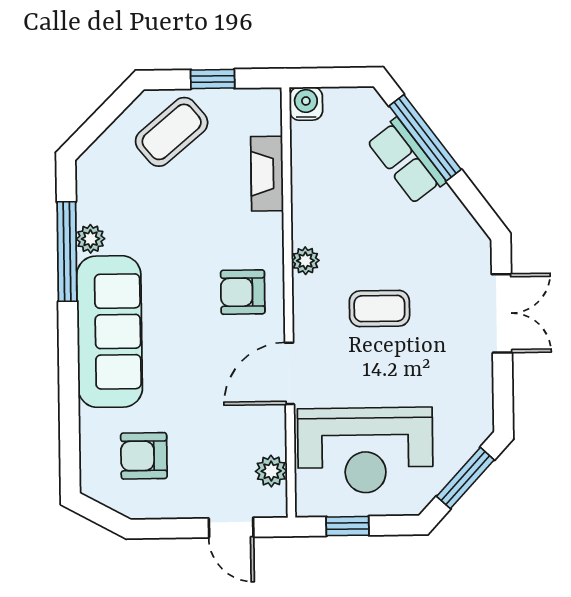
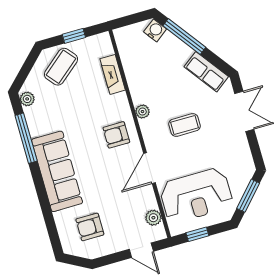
water cooler: (306, 104) -> (155, 30), moved, turned 53
row of seats: (406, 161) -> (206, 72), moved
plant: (90, 239) -> (27, 99), moved

